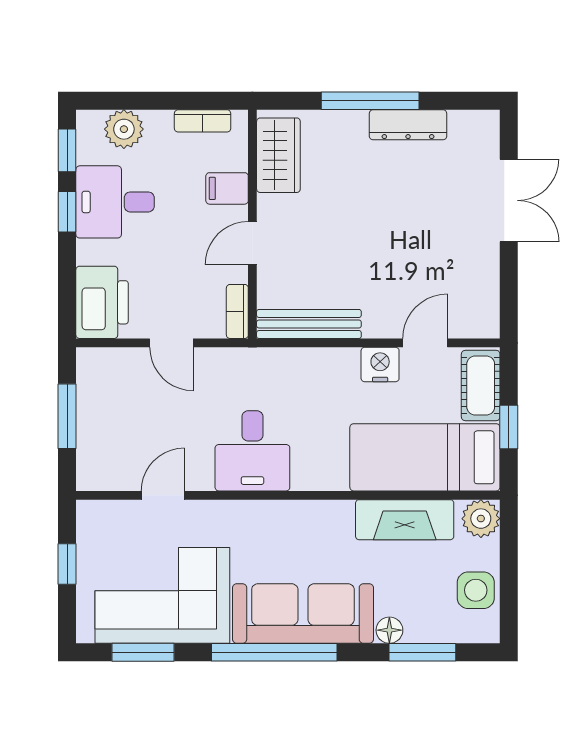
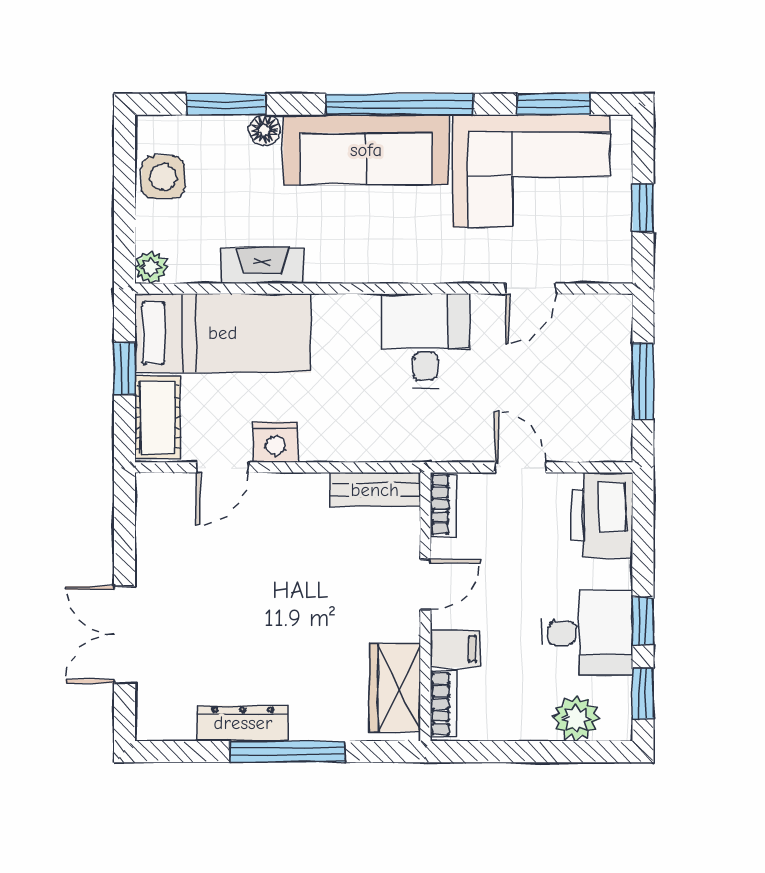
bookcase: (203, 121) -> (444, 704), moved, turned 90
bench: (309, 324) -> (375, 490), width x0.73
plant: (481, 519) -> (151, 267), width x0.73, depth x0.73
fireplace: (405, 520) -> (262, 266), width x0.73, depth x0.76

